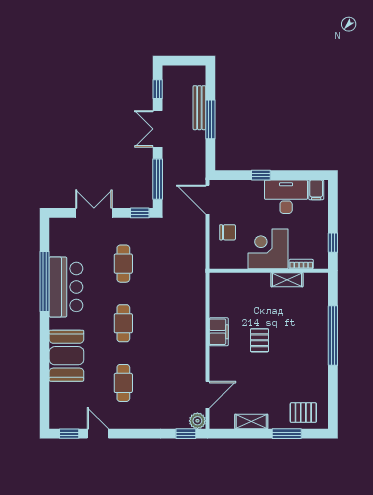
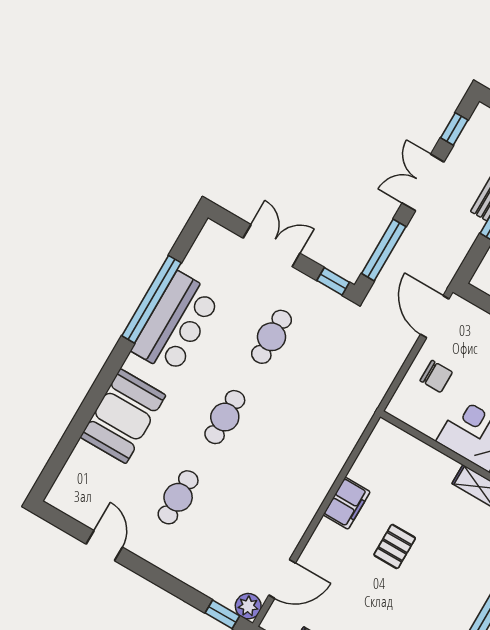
window: (69, 434) -> (66, 523), removed

